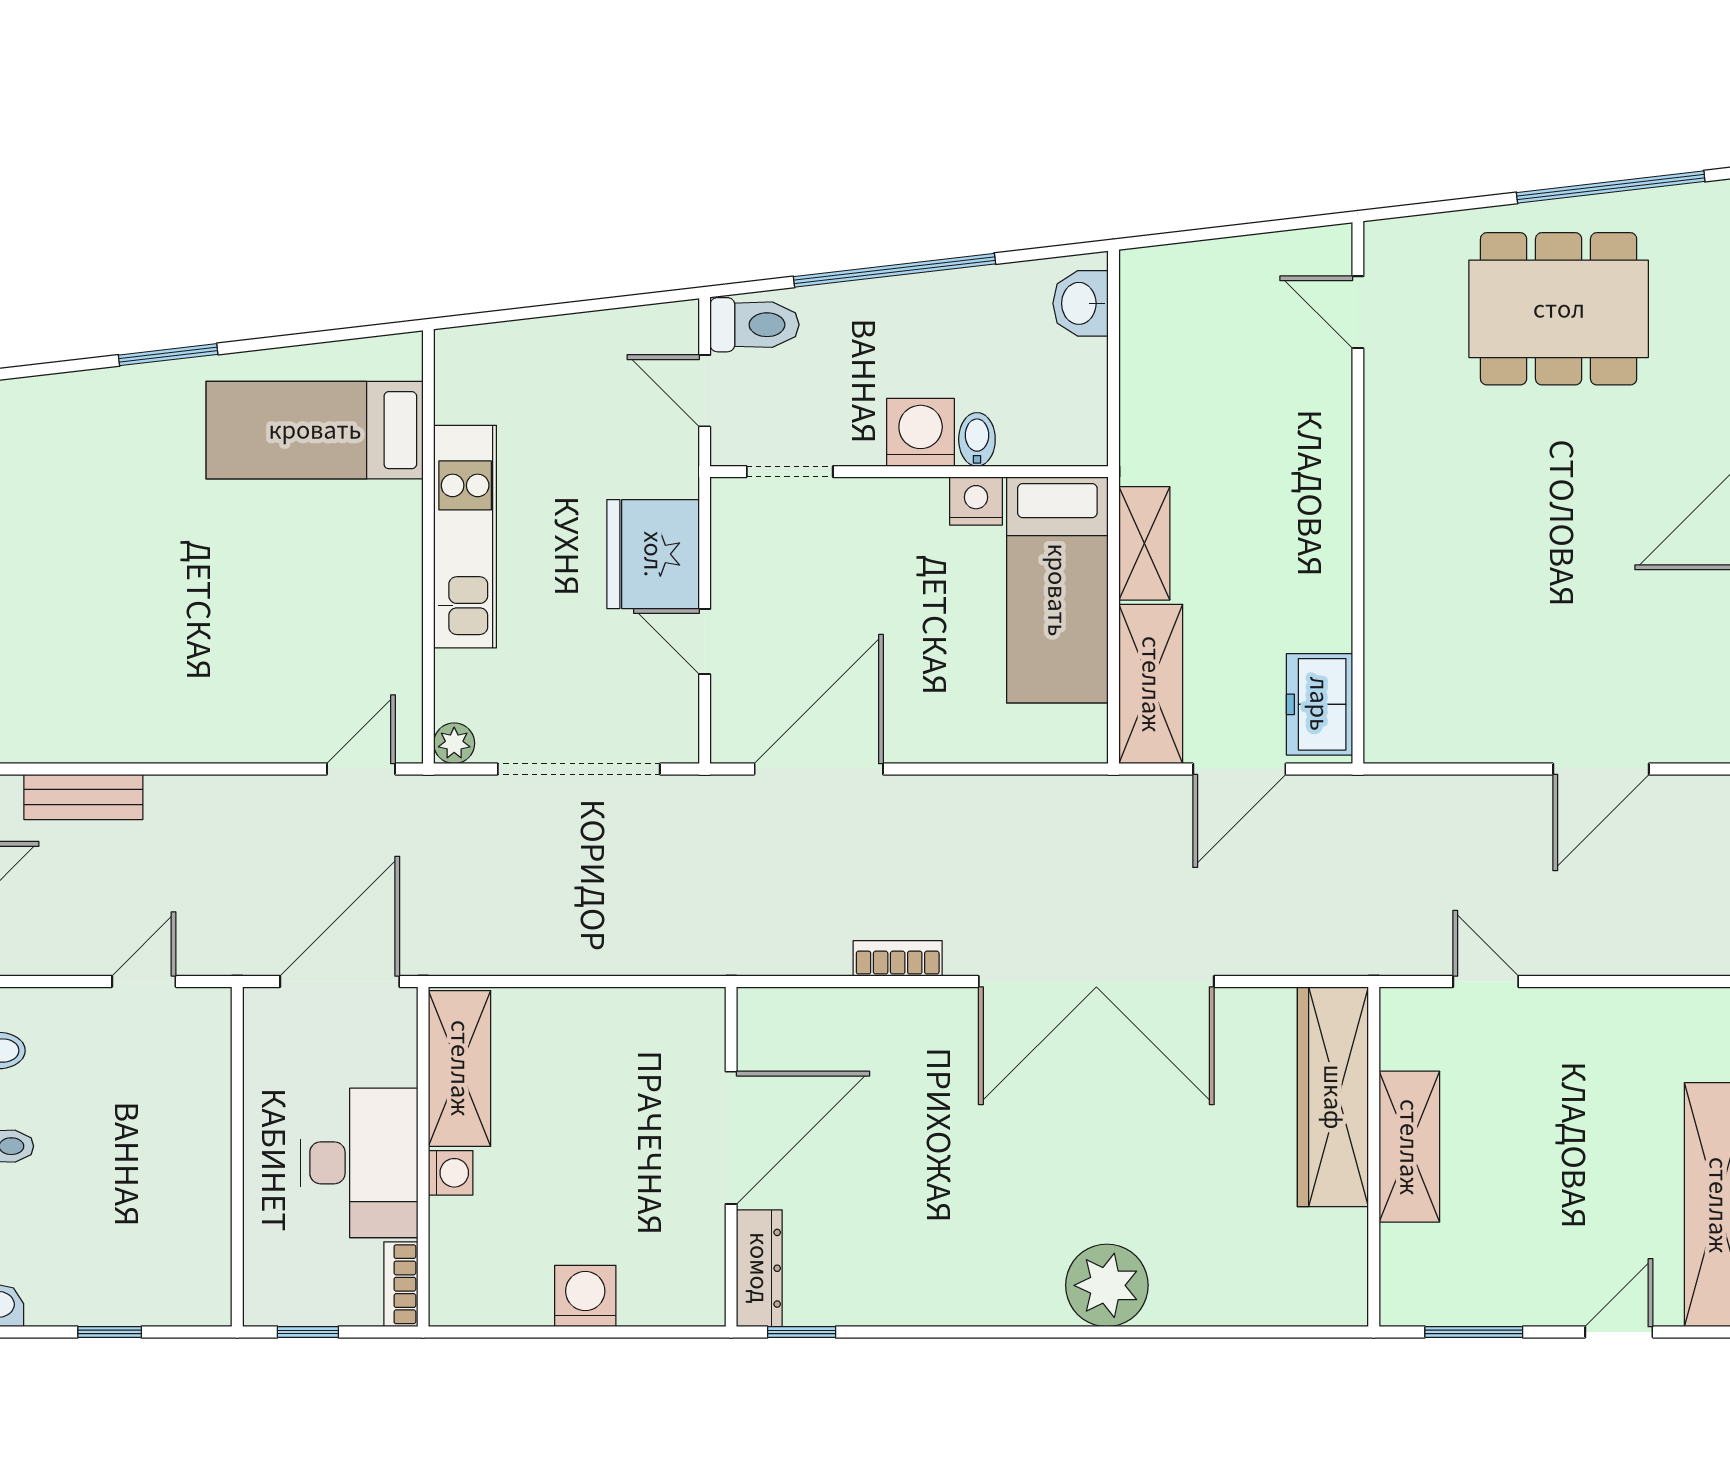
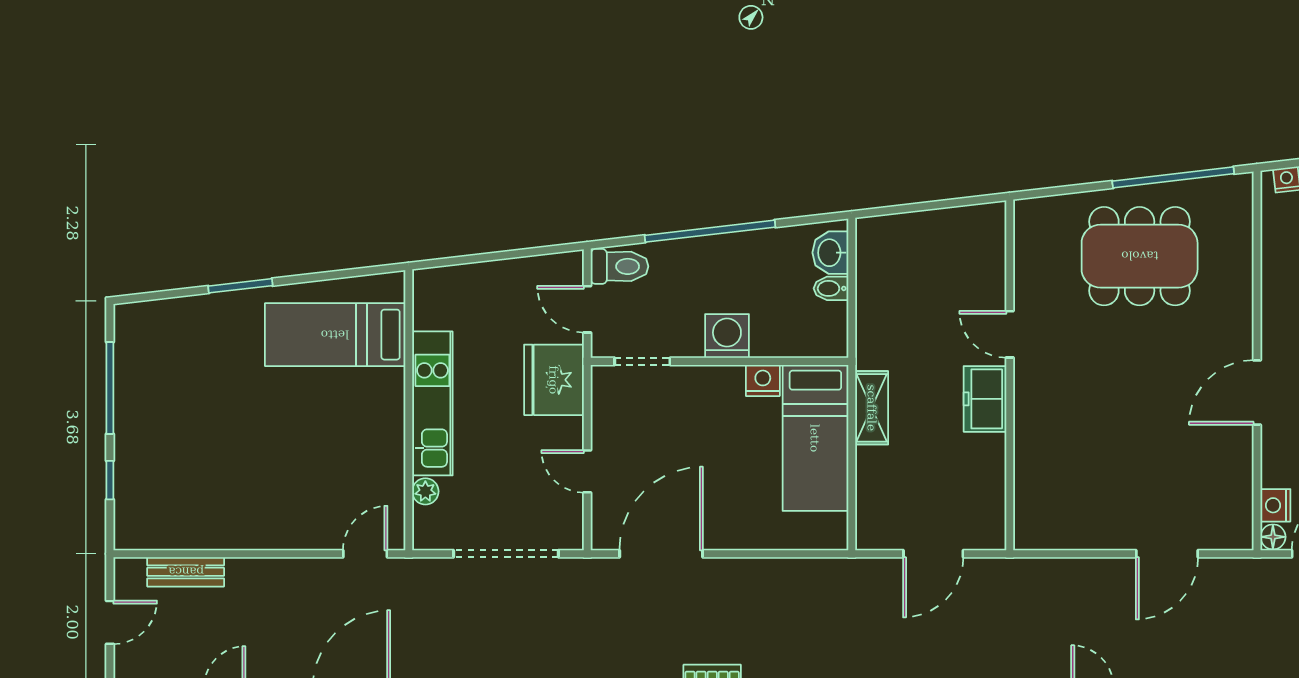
door: (1358, 312) -> (1010, 334), moved
bidet: (977, 439) -> (831, 288), moved, turned -90
fridge: (653, 554) -> (554, 380), moved
shelving: (1151, 684) -> (876, 499), removed
freezer: (1319, 704) -> (985, 399), moved
plant: (454, 743) -> (425, 491), moved

